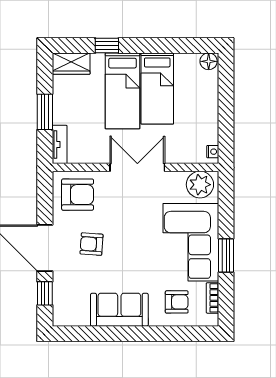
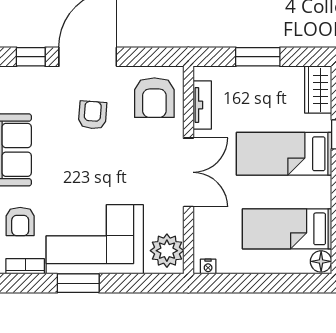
bed: (157, 88) -> (287, 229), moved
tv unit: (60, 144) -> (202, 105), moved, turned -90

